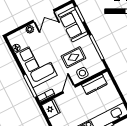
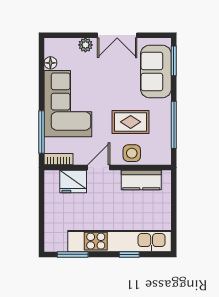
fridge: (51, 109) -> (73, 181), moved, turned 90

